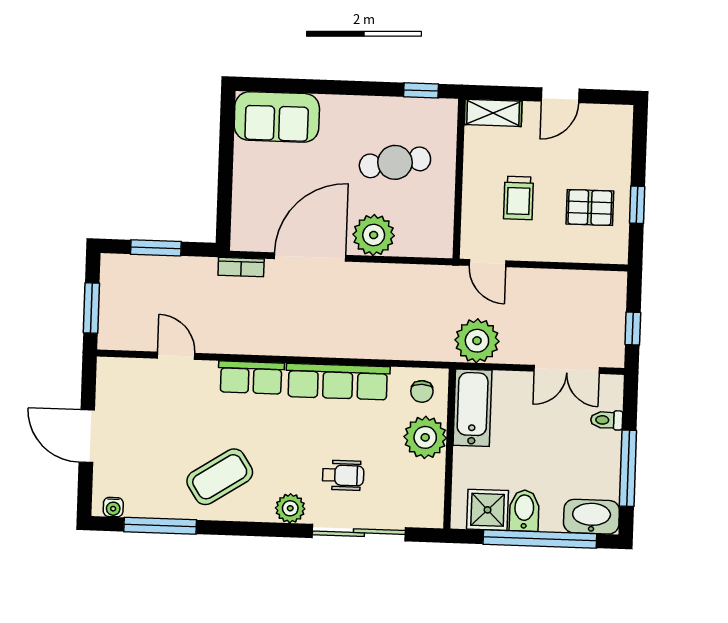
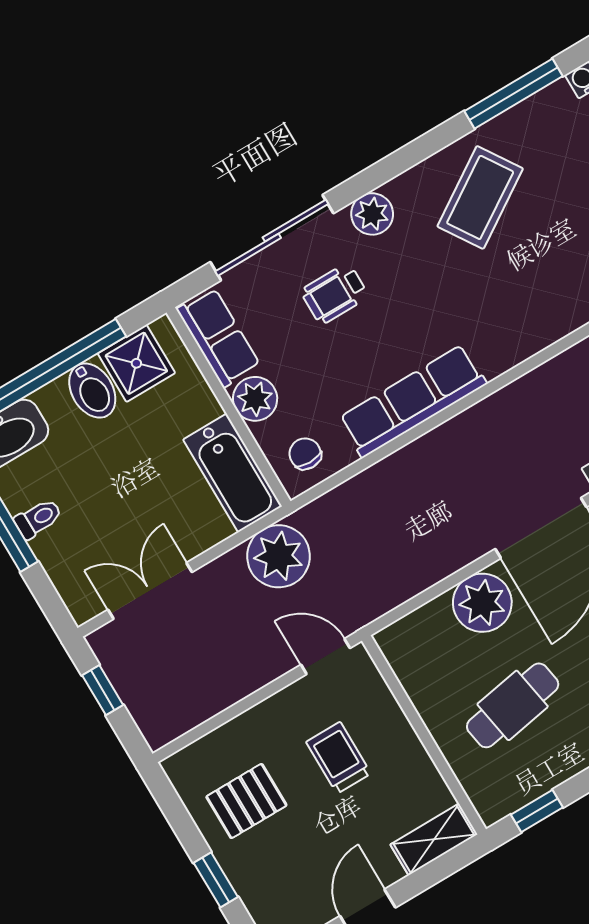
window: (637, 205) -> (216, 880), moved
row of seats: (251, 377) -> (218, 337), moved, turned 90
toilet: (607, 420) -> (38, 519), moved
plant: (425, 437) -> (255, 399), width x0.73, depth x0.73

